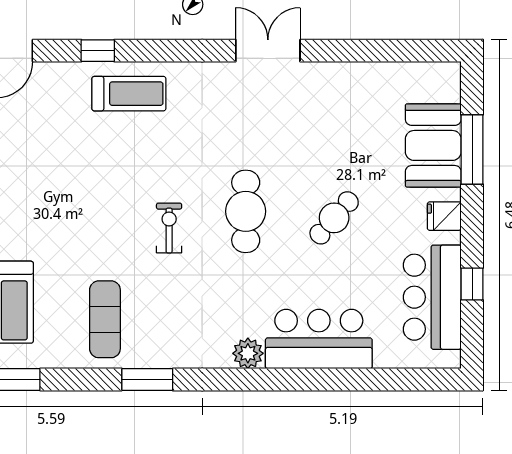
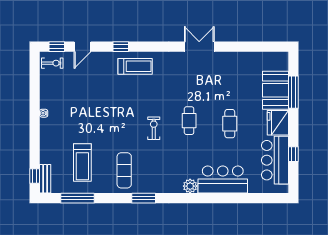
cafe table: (246, 211) -> (189, 121), width x0.73, depth x0.74
fridge: (444, 216) -> (278, 123), width x1.88, depth x1.34
cafe table: (334, 218) -> (230, 124), turned -41

